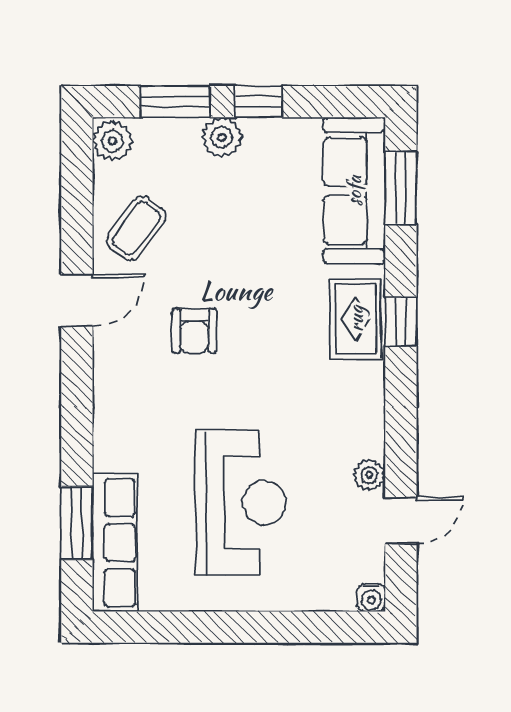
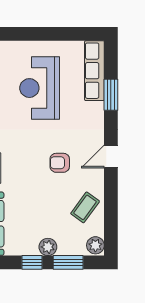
door: (77, 300) -> (111, 157), moved
armchair: (194, 331) -> (60, 163), turned -90
window: (77, 523) -> (111, 95), moved

